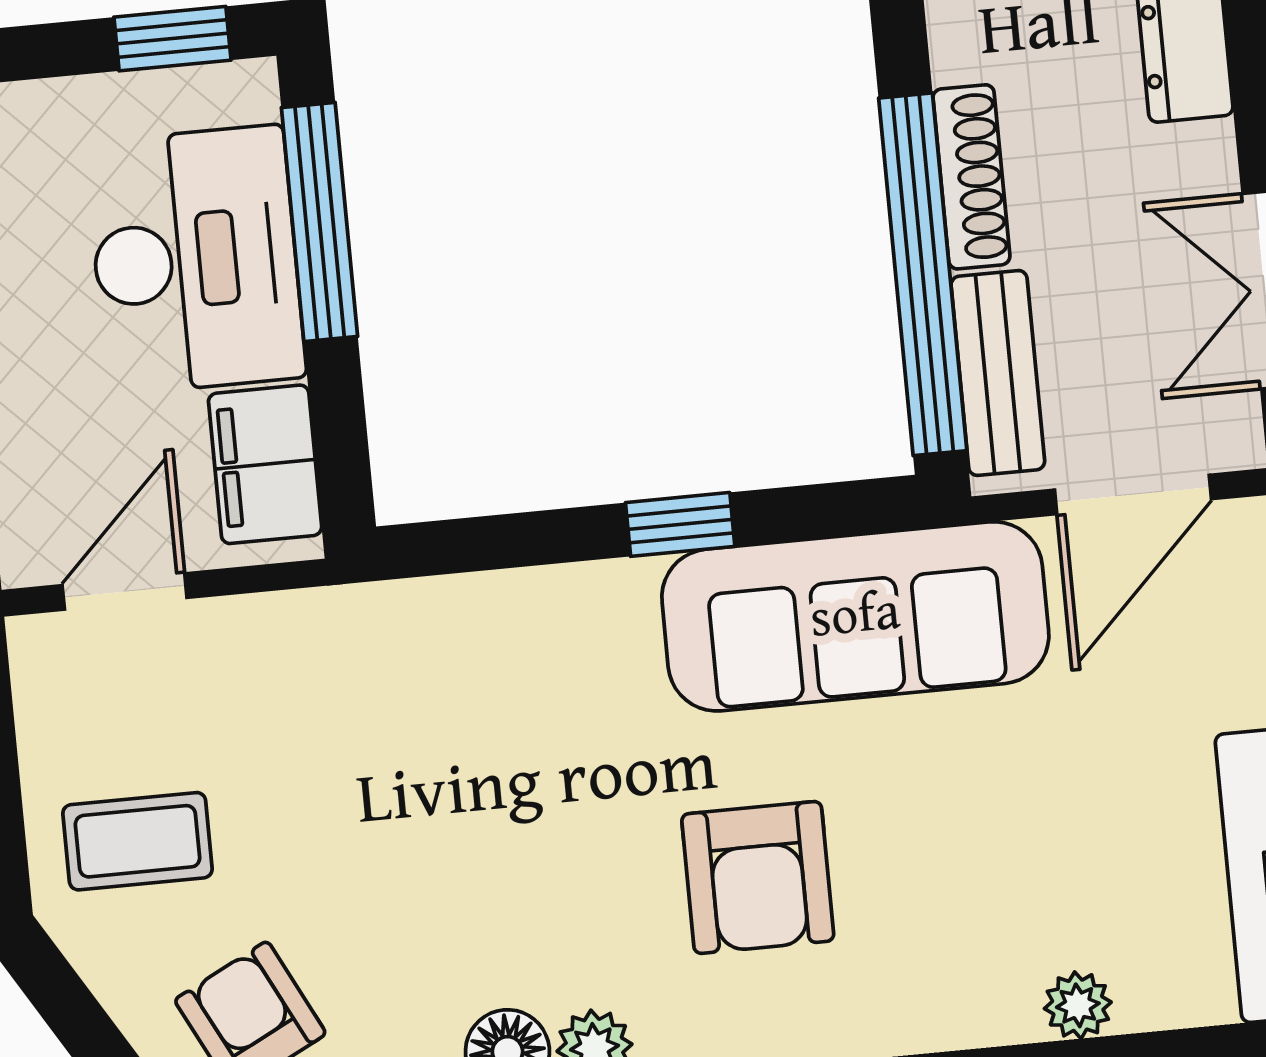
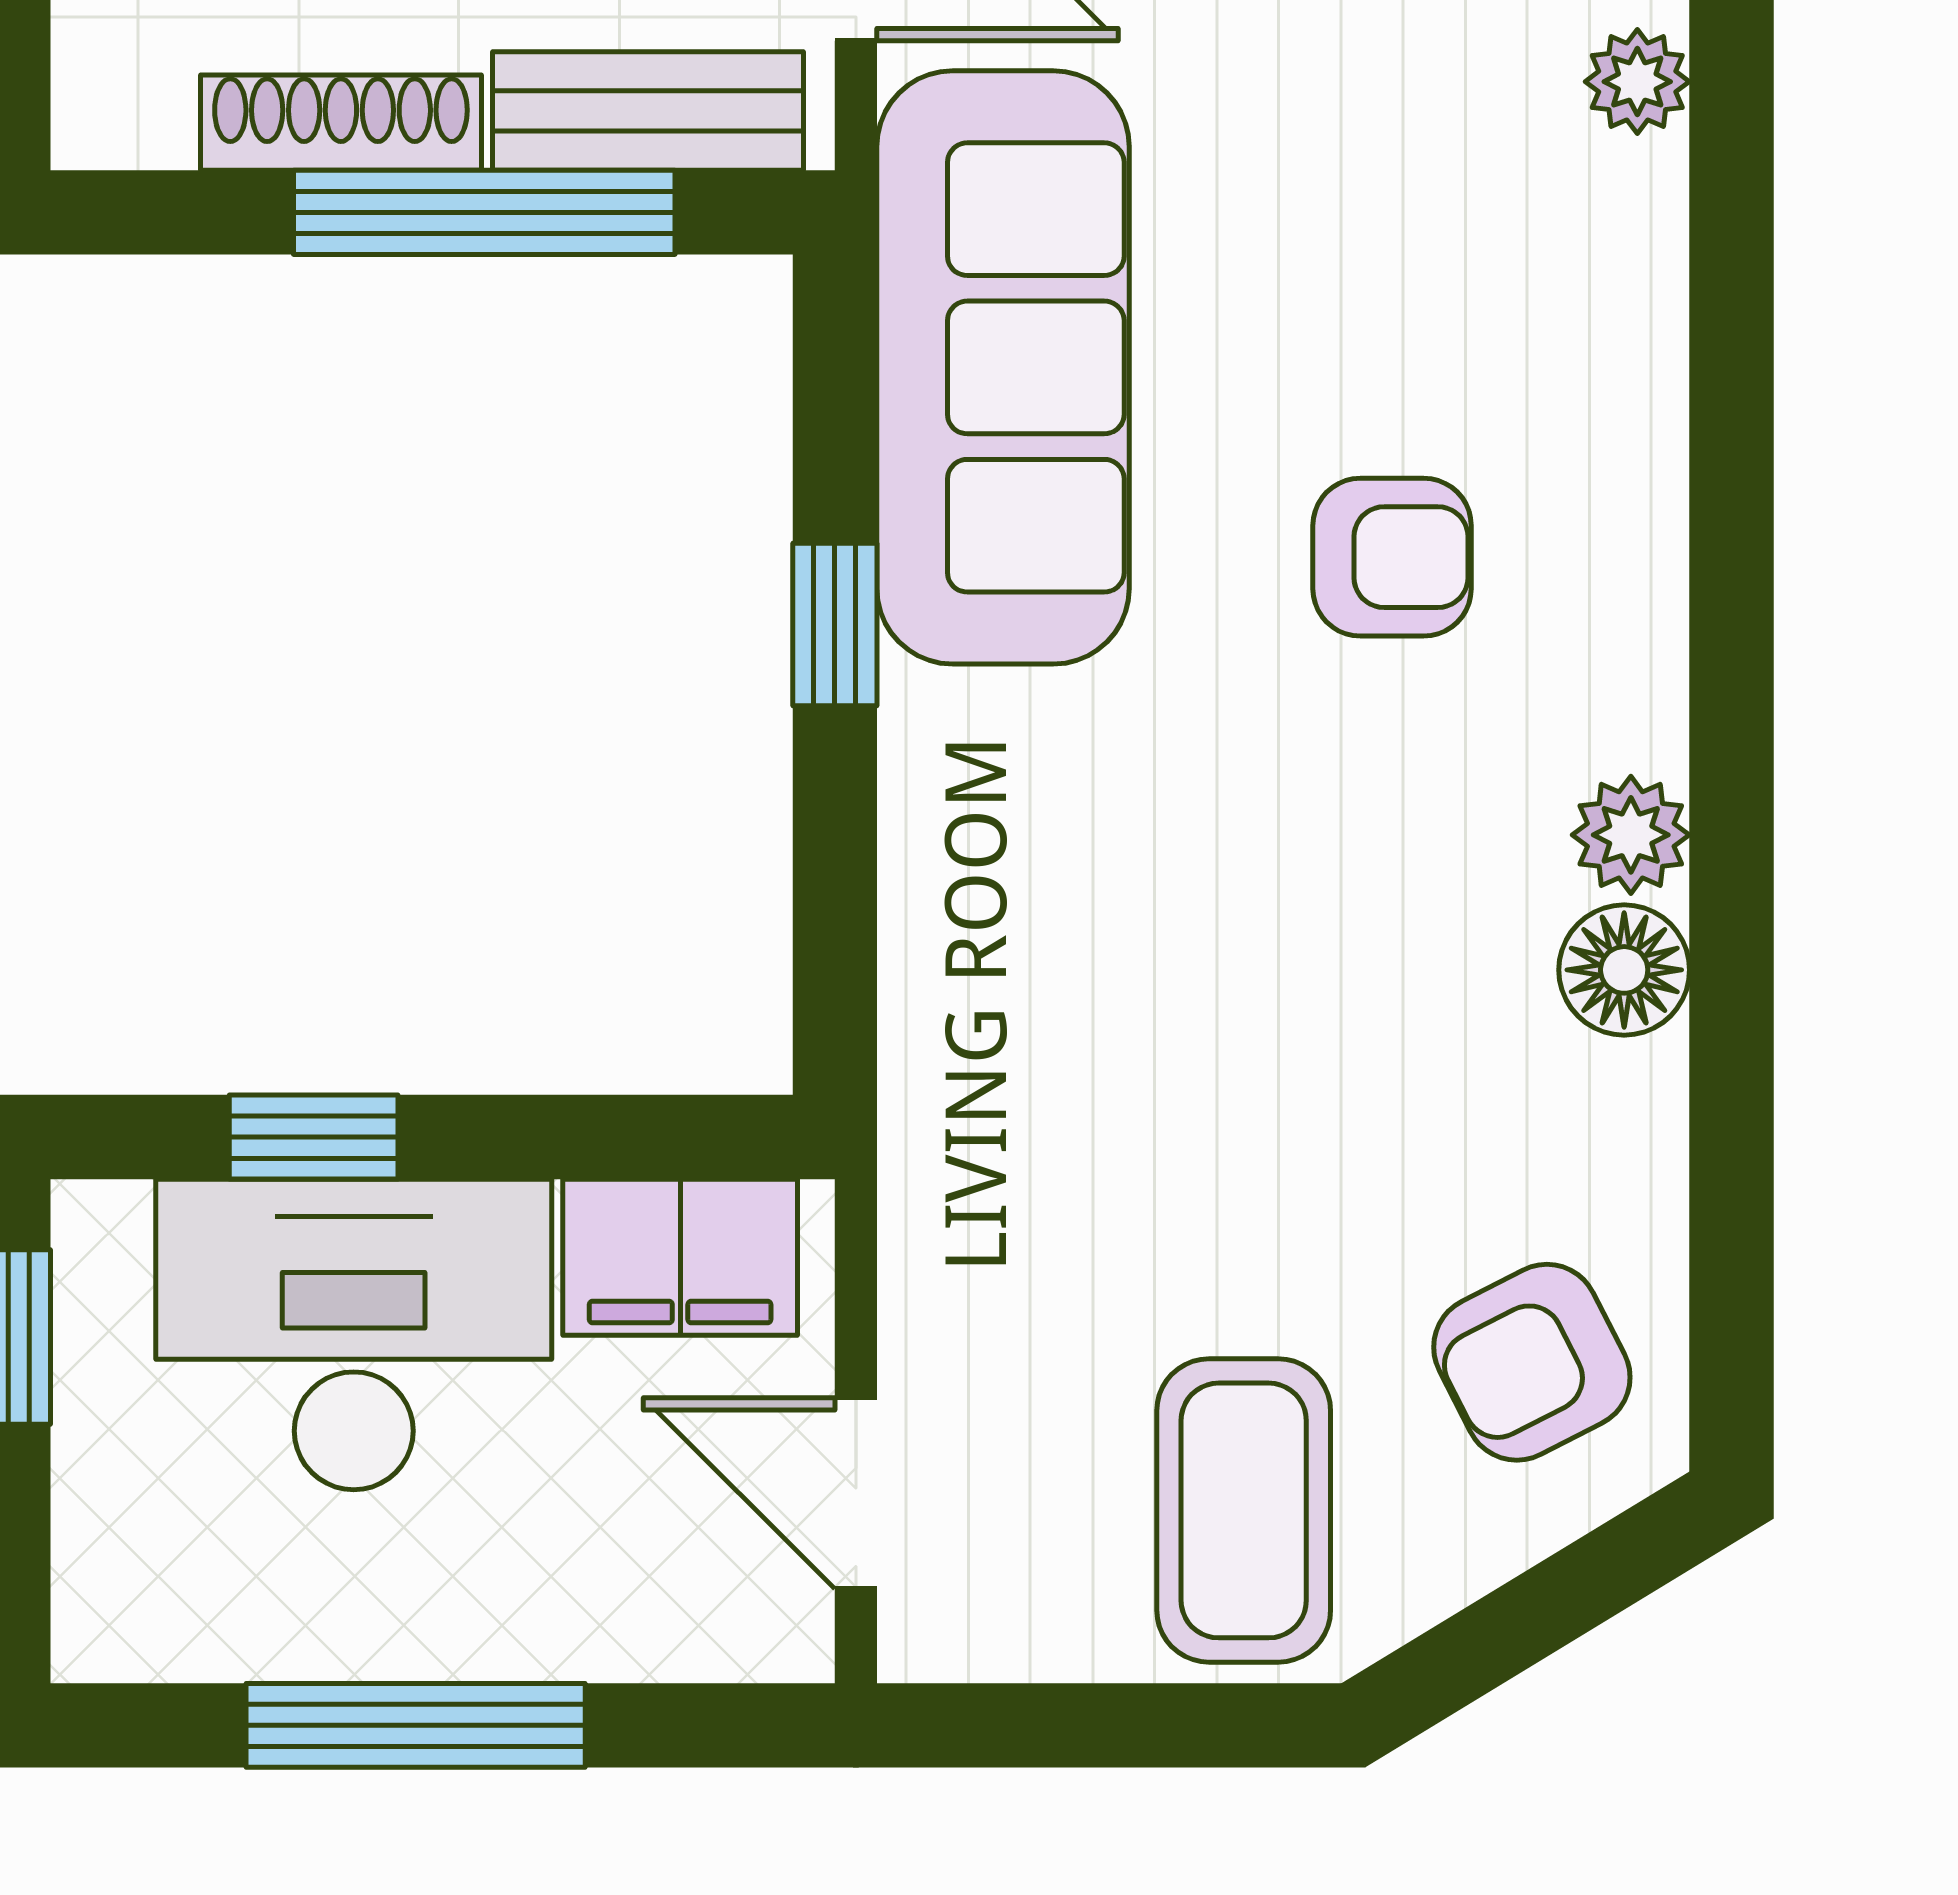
window: (320, 222) -> (314, 1137), width x0.46
window: (923, 274) -> (484, 212), width x0.68
coffee table: (138, 841) -> (1244, 1510), width x1.36, depth x1.30
armchair: (758, 877) -> (1392, 557), width x0.72, depth x0.72

